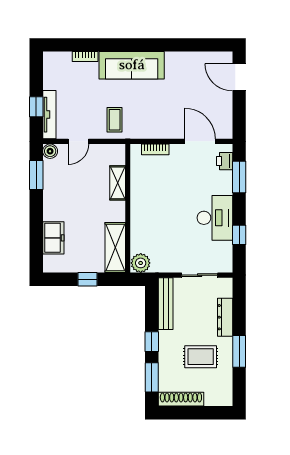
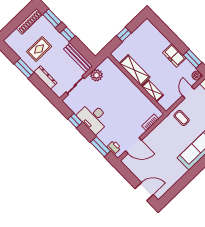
freezer: (53, 238) -> (174, 55), moved
shelving: (115, 248) -> (135, 70), moved
plant: (141, 263) -> (97, 75), moved

